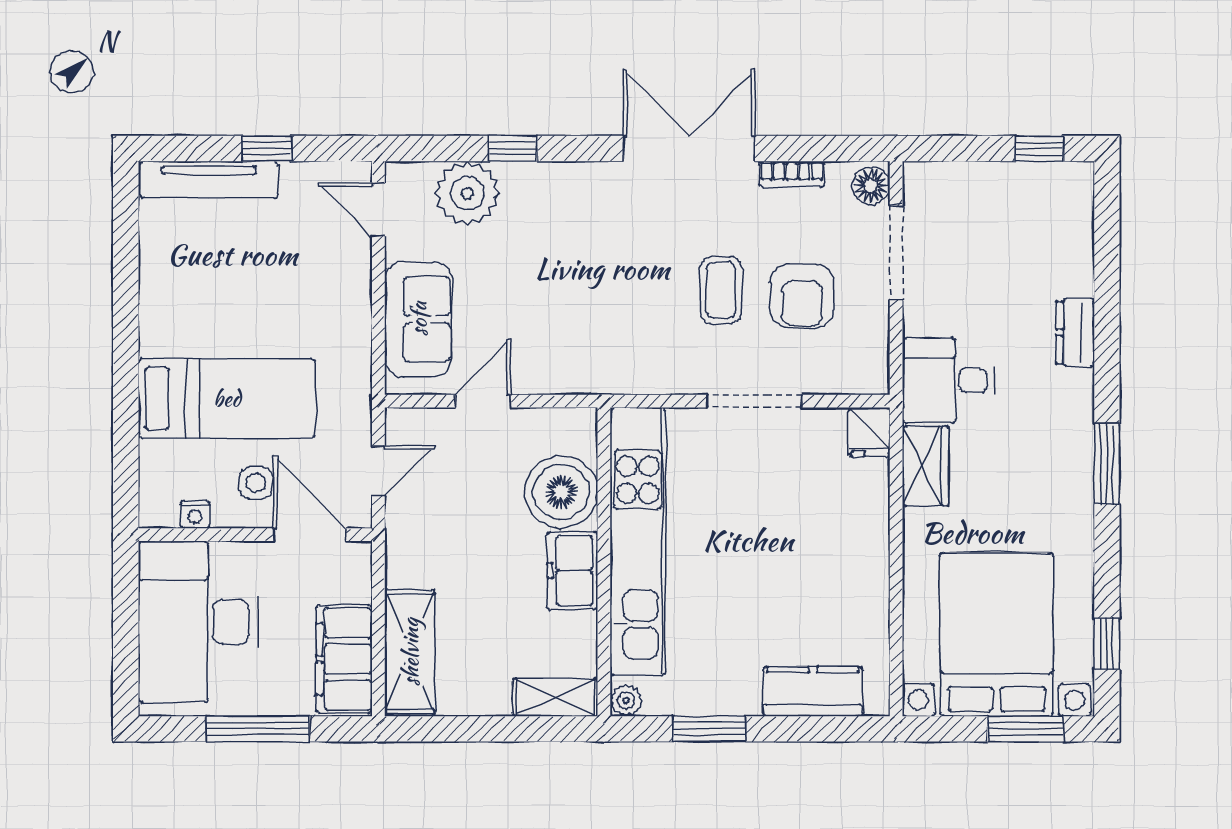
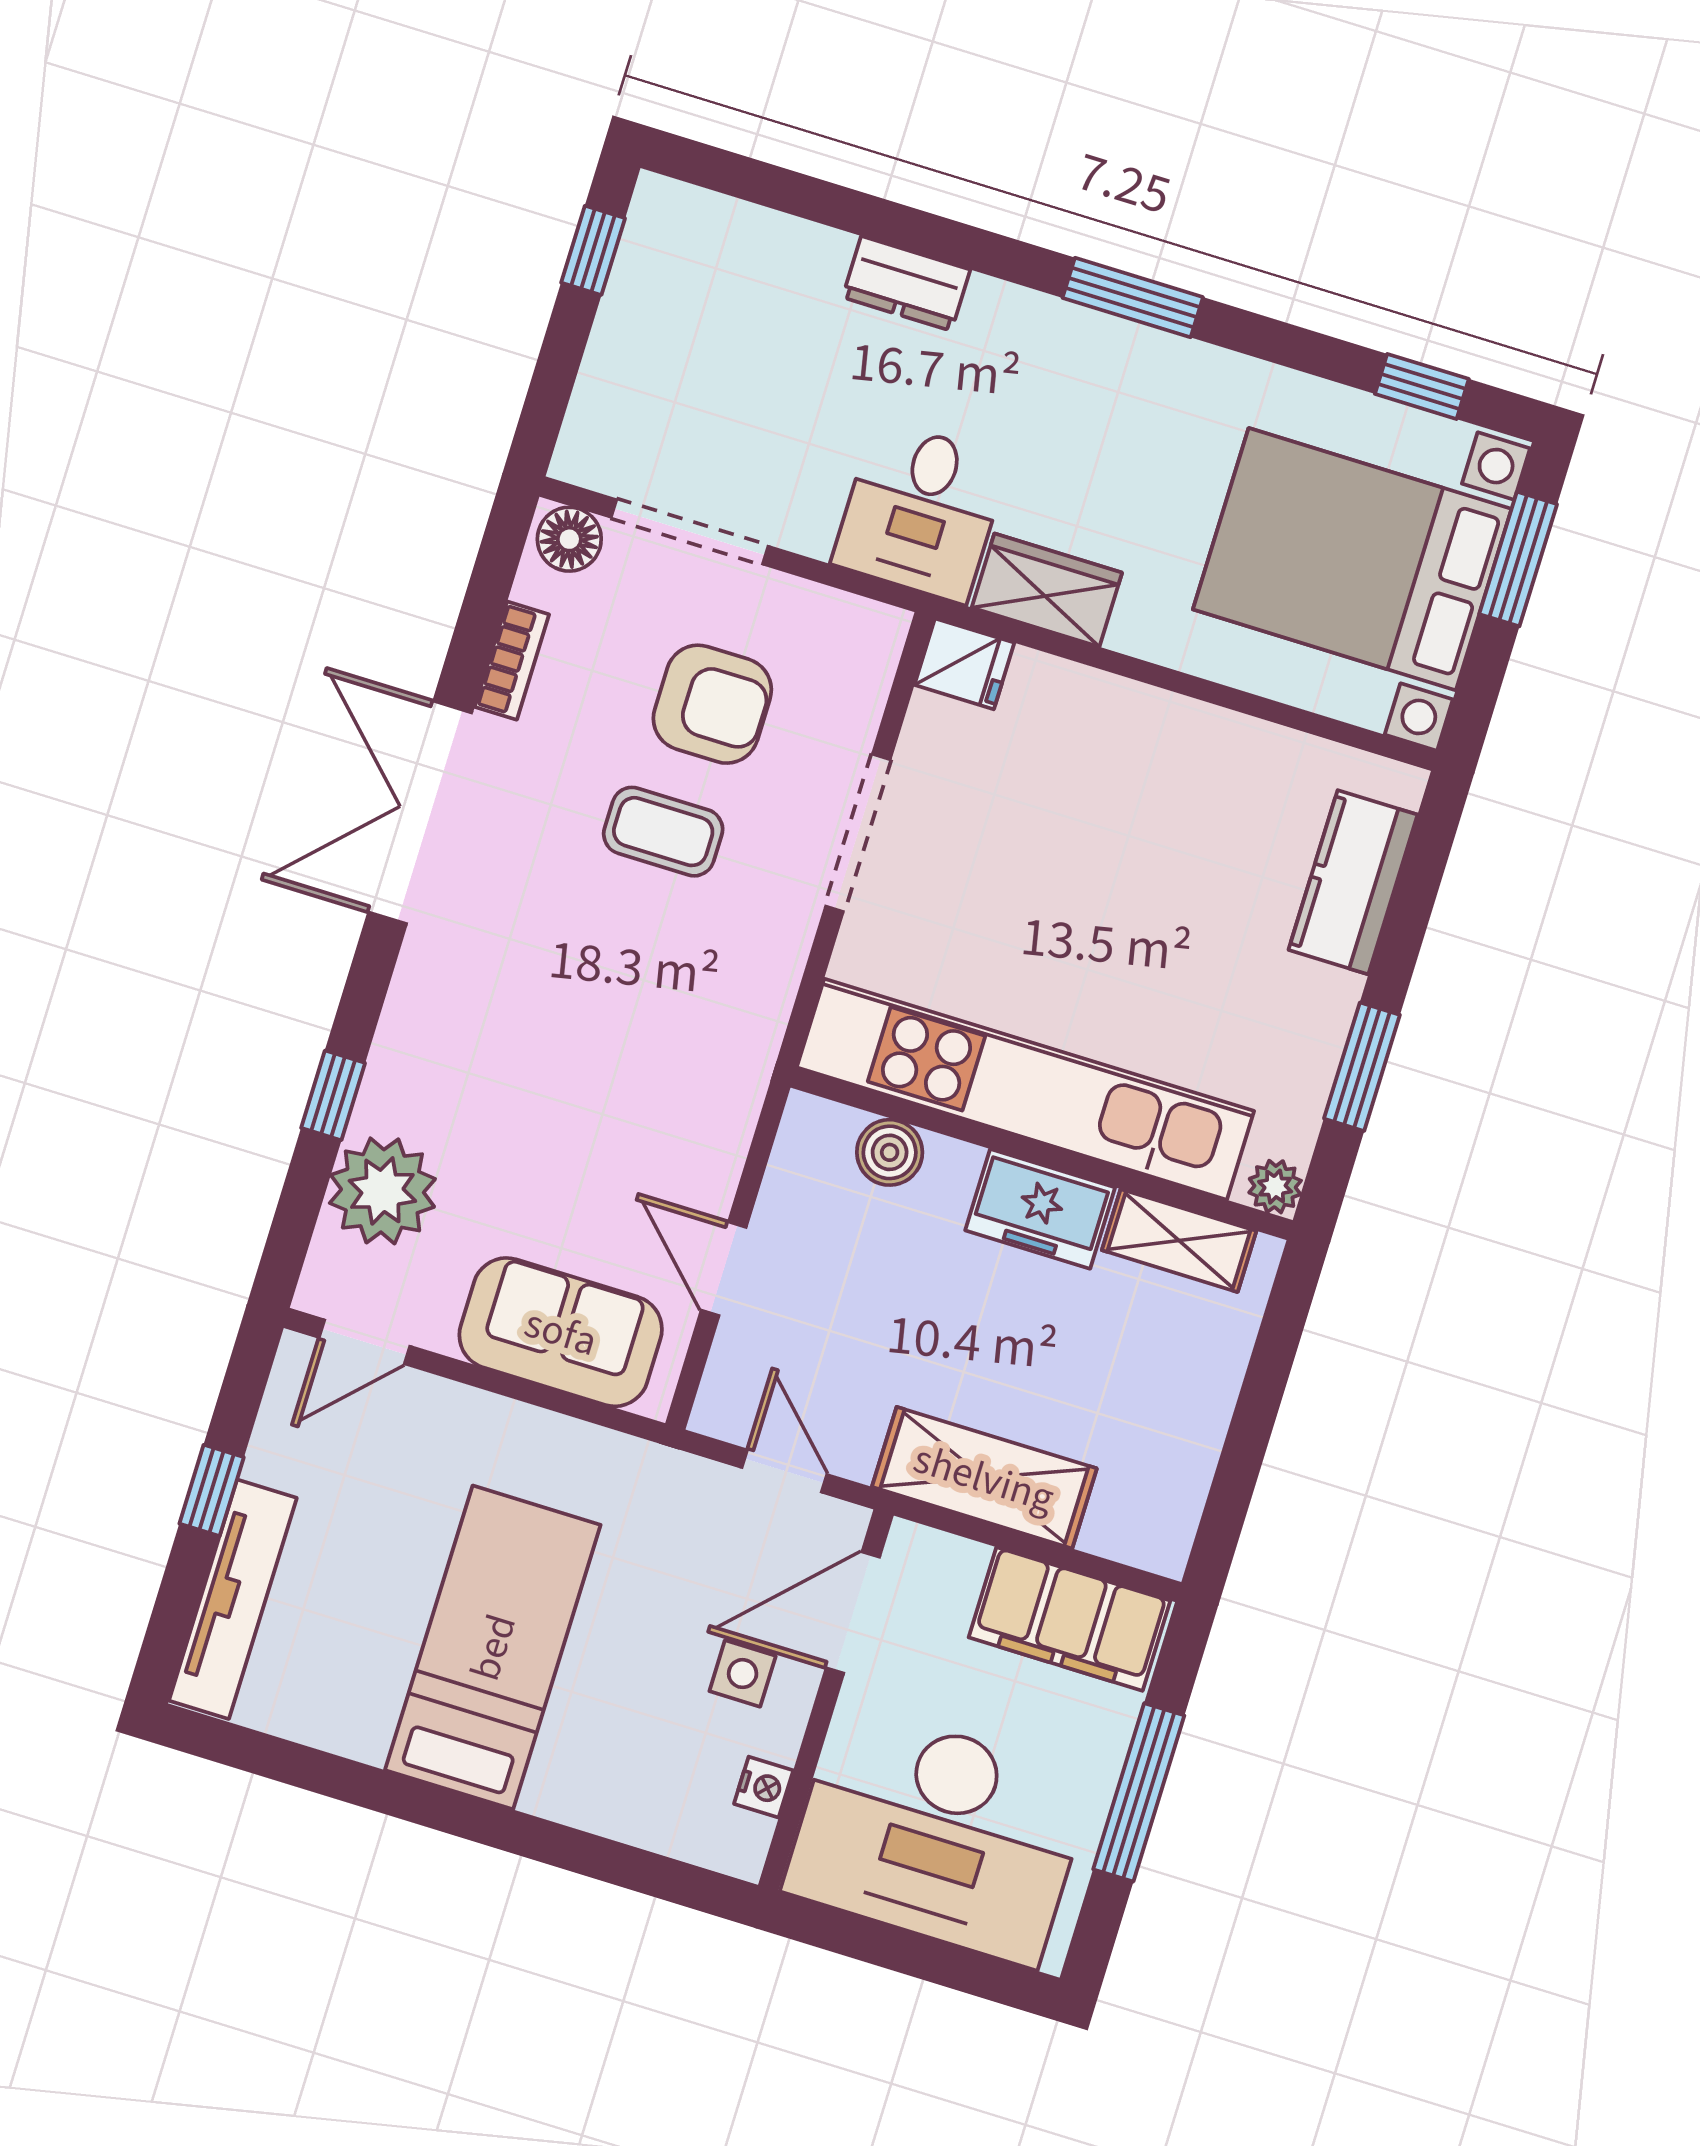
bed: (227, 398) -> (493, 1647), moved
boiler: (561, 492) -> (890, 1152), width x0.54, depth x0.54
shelving: (410, 652) -> (984, 1478), moved
shelving: (555, 697) -> (1179, 1241), moved, turned 90

